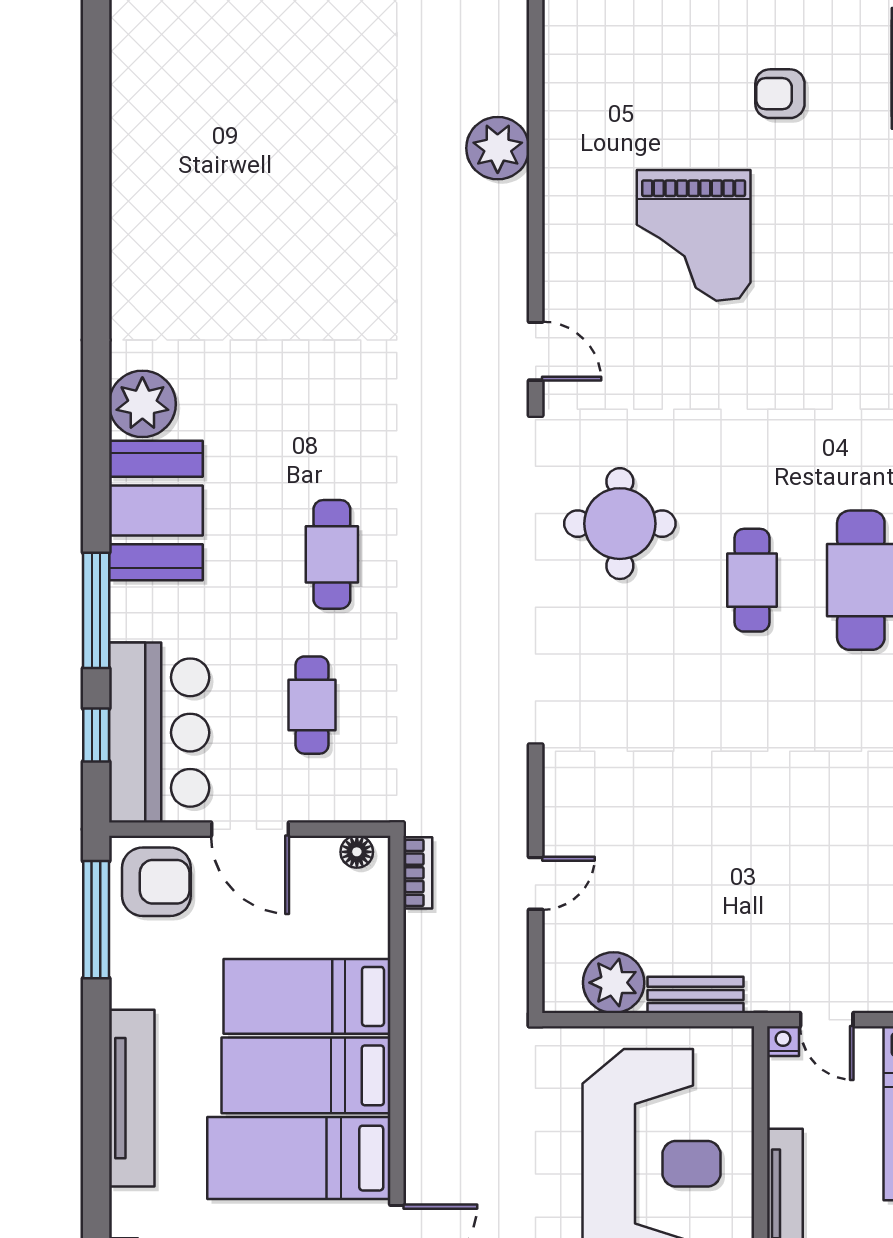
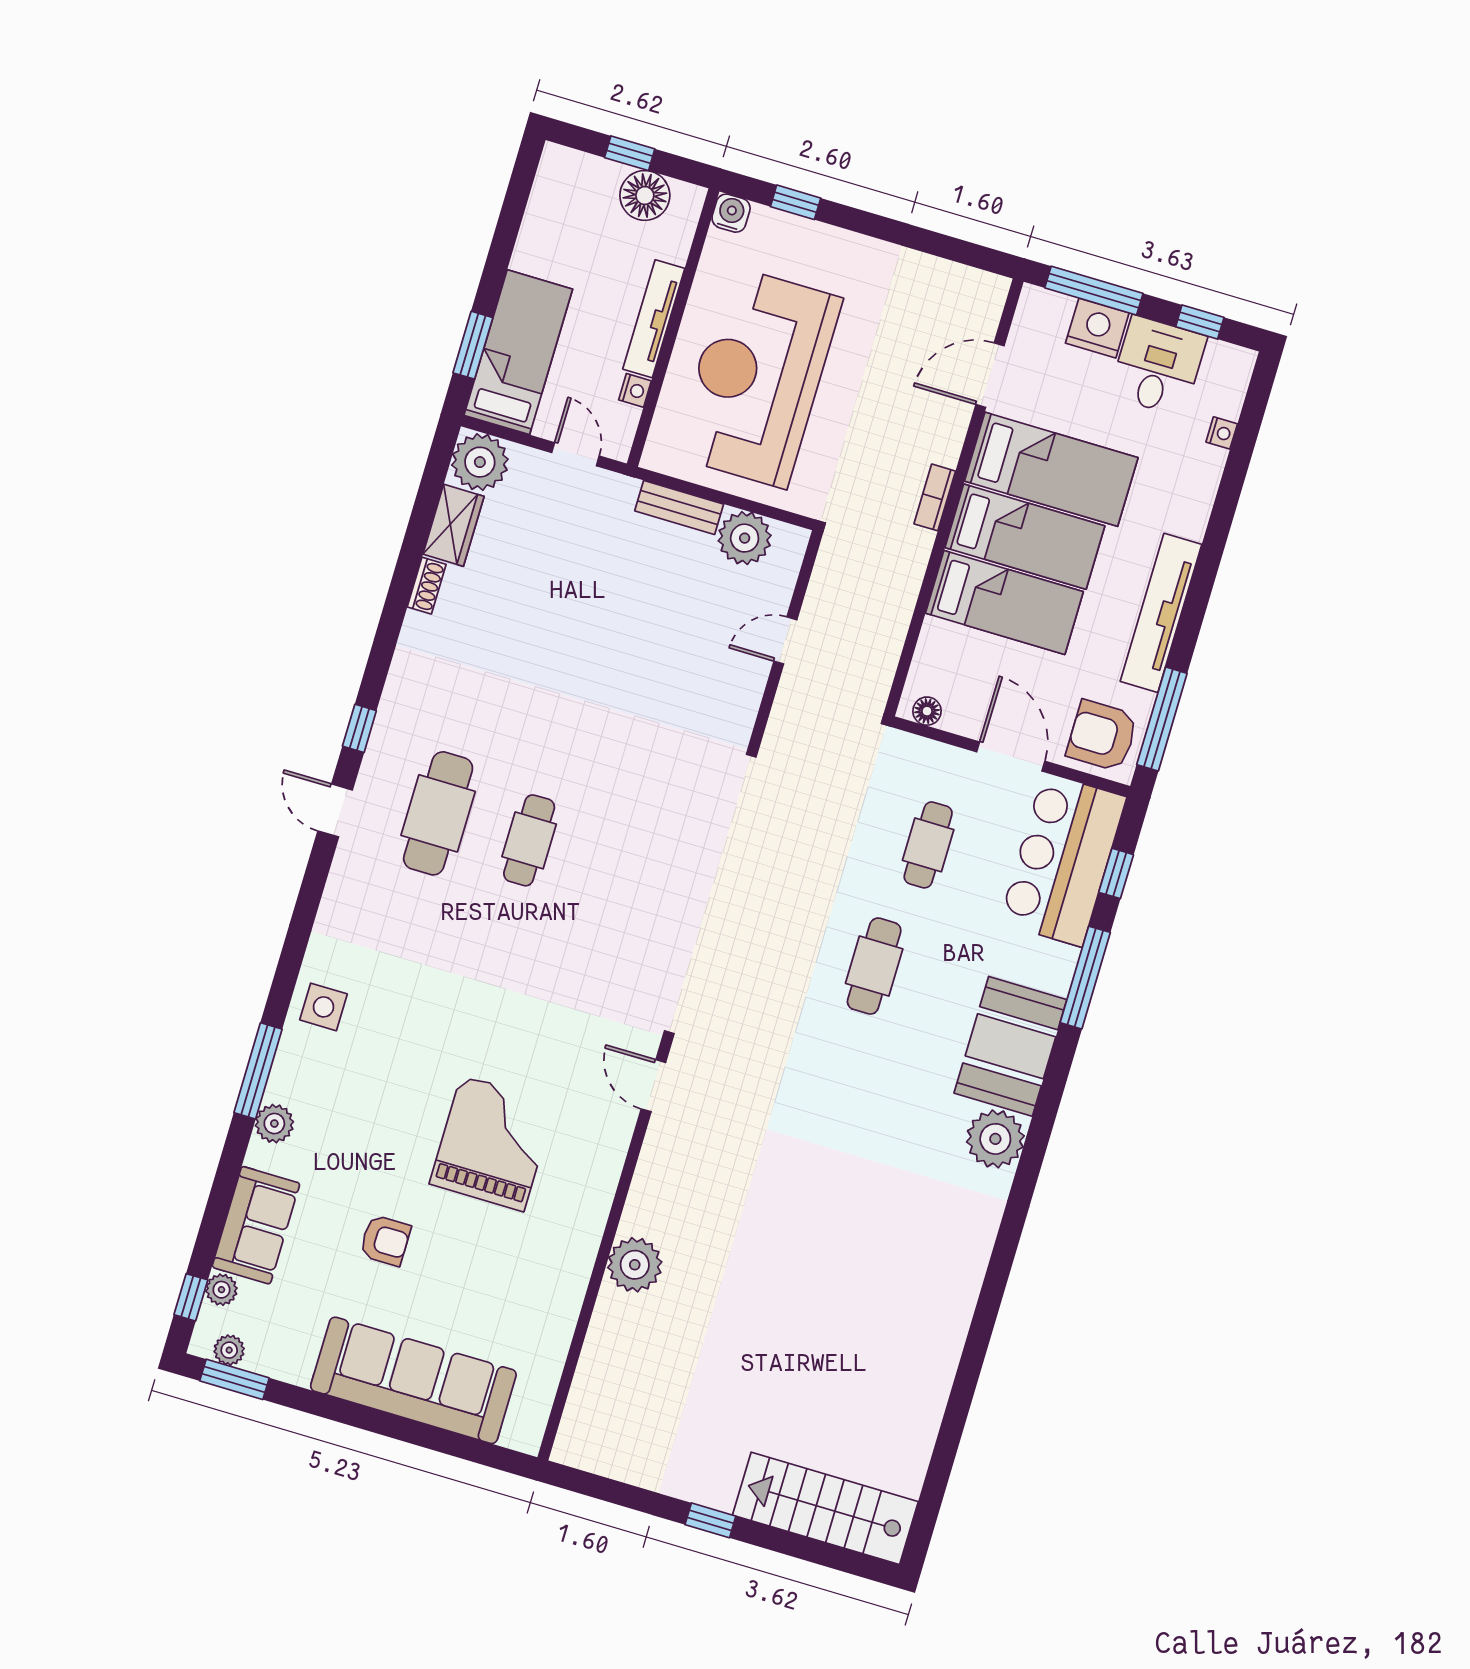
round table: (620, 524) -> (626, 920), removed
bookcase: (418, 873) -> (935, 497), moved
nightstand: (783, 1041) -> (635, 390), moved, turned -90
tv unit: (132, 1098) -> (1161, 613), moved

